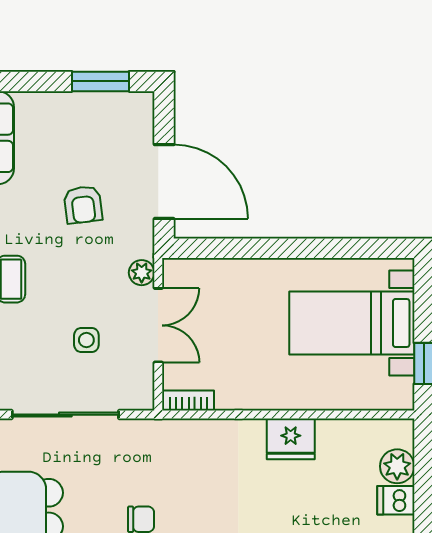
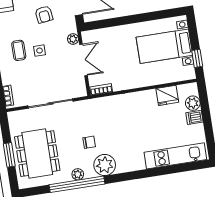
side table: (86, 340) -> (39, 51), moved
fridge: (291, 439) -> (167, 95), moved

